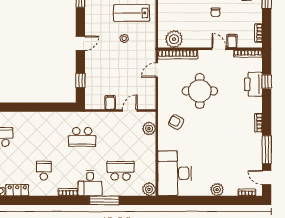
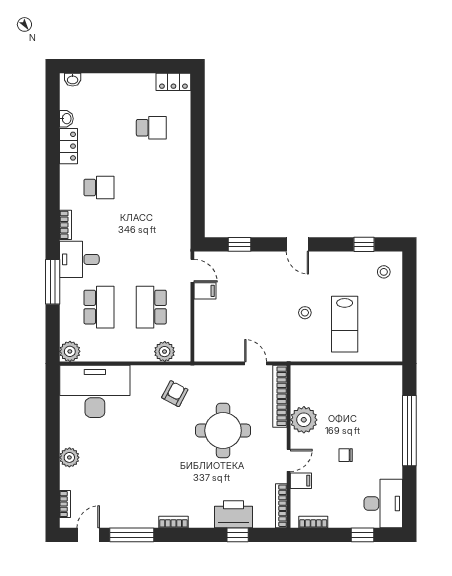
lab bench: (131, 13) -> (345, 324), turned 180
plant: (174, 39) -> (304, 420), moved
door: (130, 111) -> (192, 271), moved
school desk: (82, 137) -> (151, 307), moved

